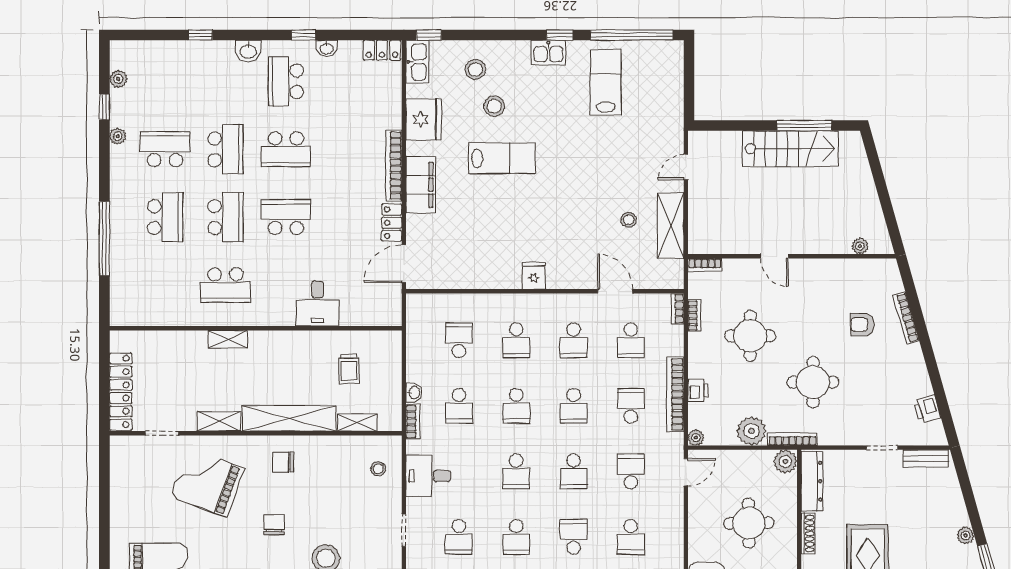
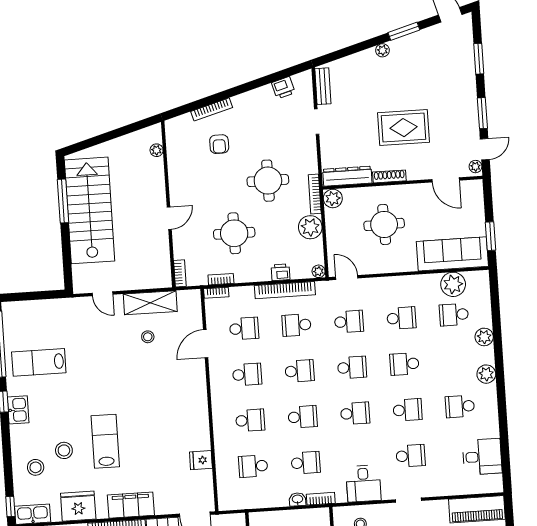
stairs: (791, 149) -> (90, 210), width x1.36, depth x1.51
fridge: (534, 276) -> (201, 460), moved
school desk: (631, 471) -> (349, 322), turned 180

